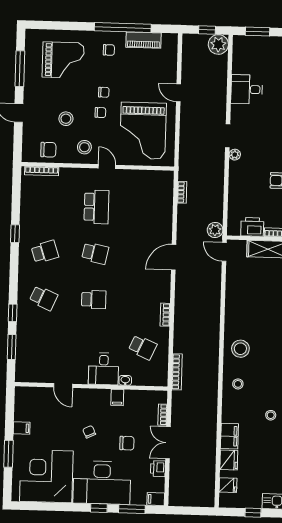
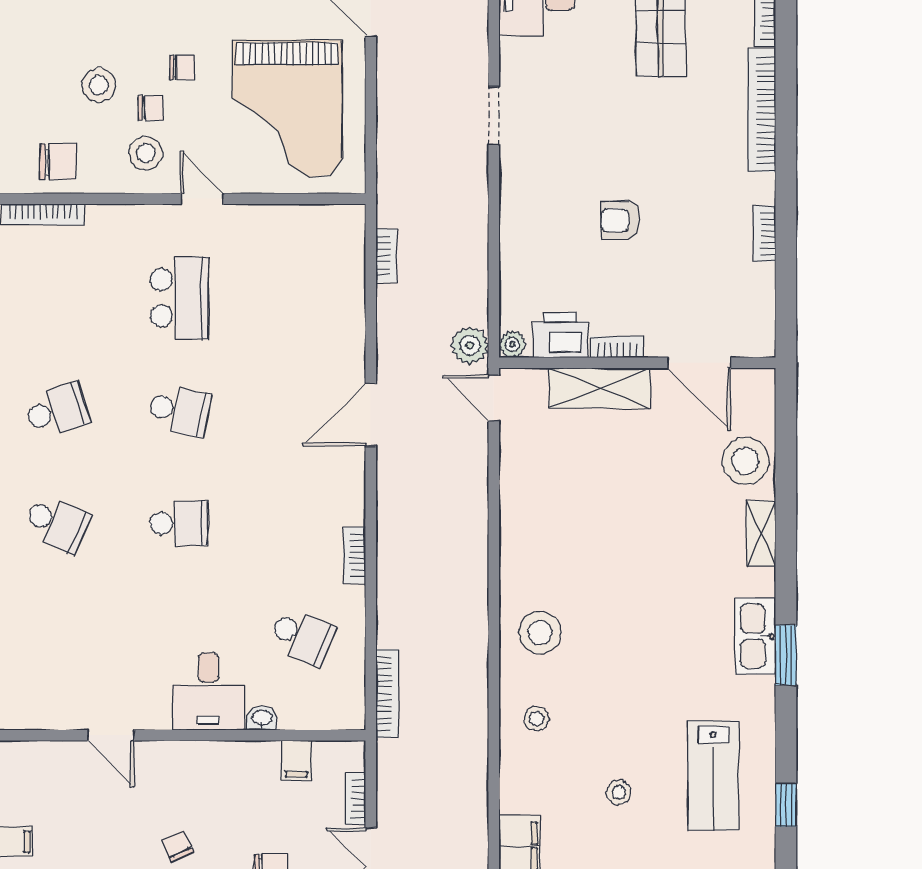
chair: (104, 92) -> (151, 108), moved
plant: (235, 155) -> (512, 344), moved
filing cabinet: (117, 397) -> (296, 760), moved

